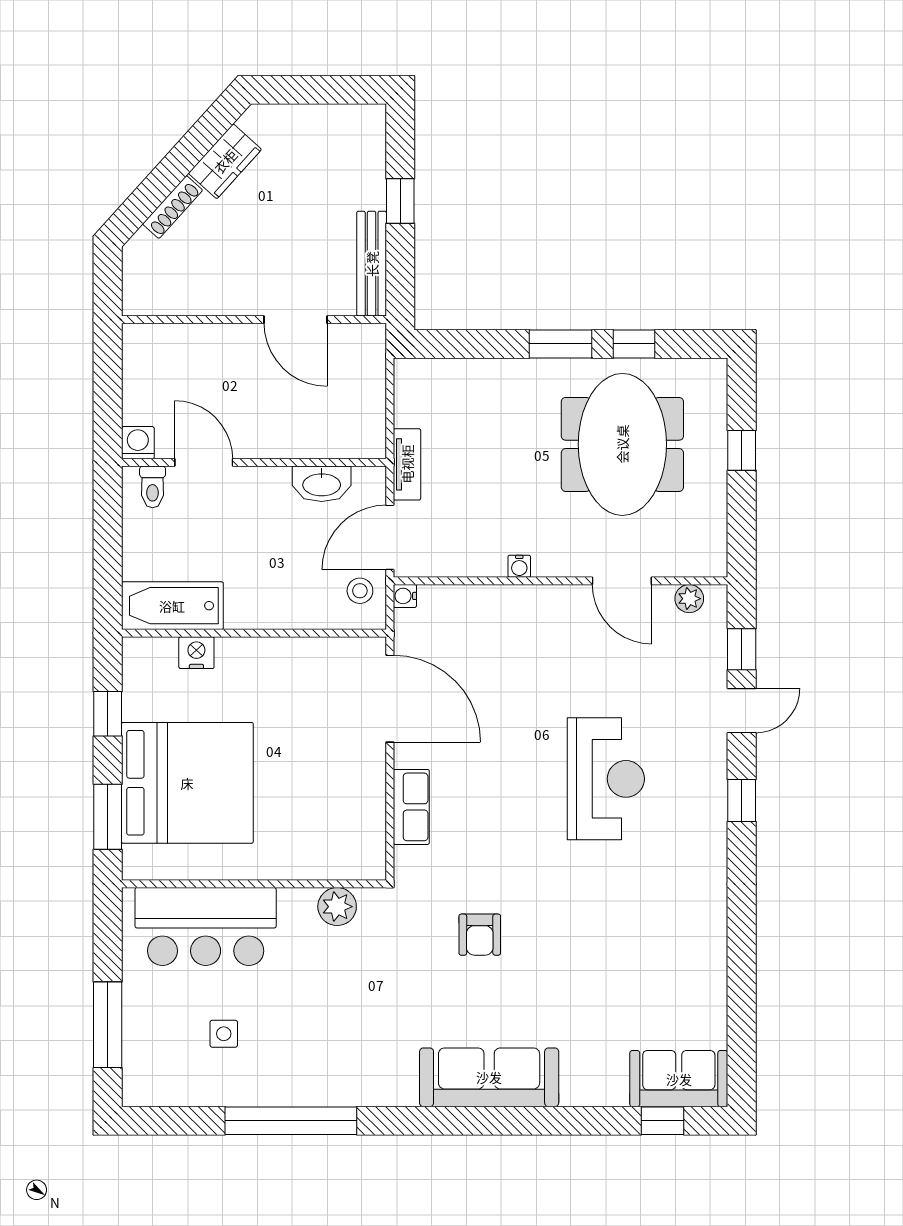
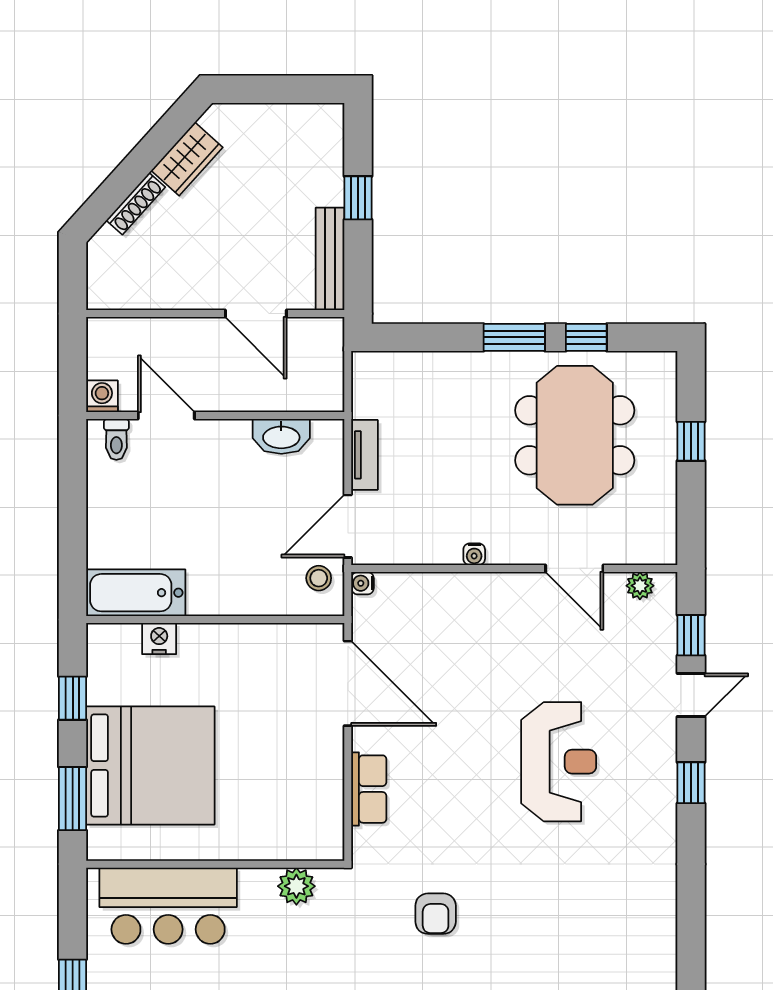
washing machine: (138, 443) -> (102, 396), moved
door: (204, 462) -> (166, 416), moved
wall: (254, 462) -> (215, 416), moved
washbasin: (322, 484) -> (281, 436), moved
toilet: (153, 487) -> (116, 439), moved

